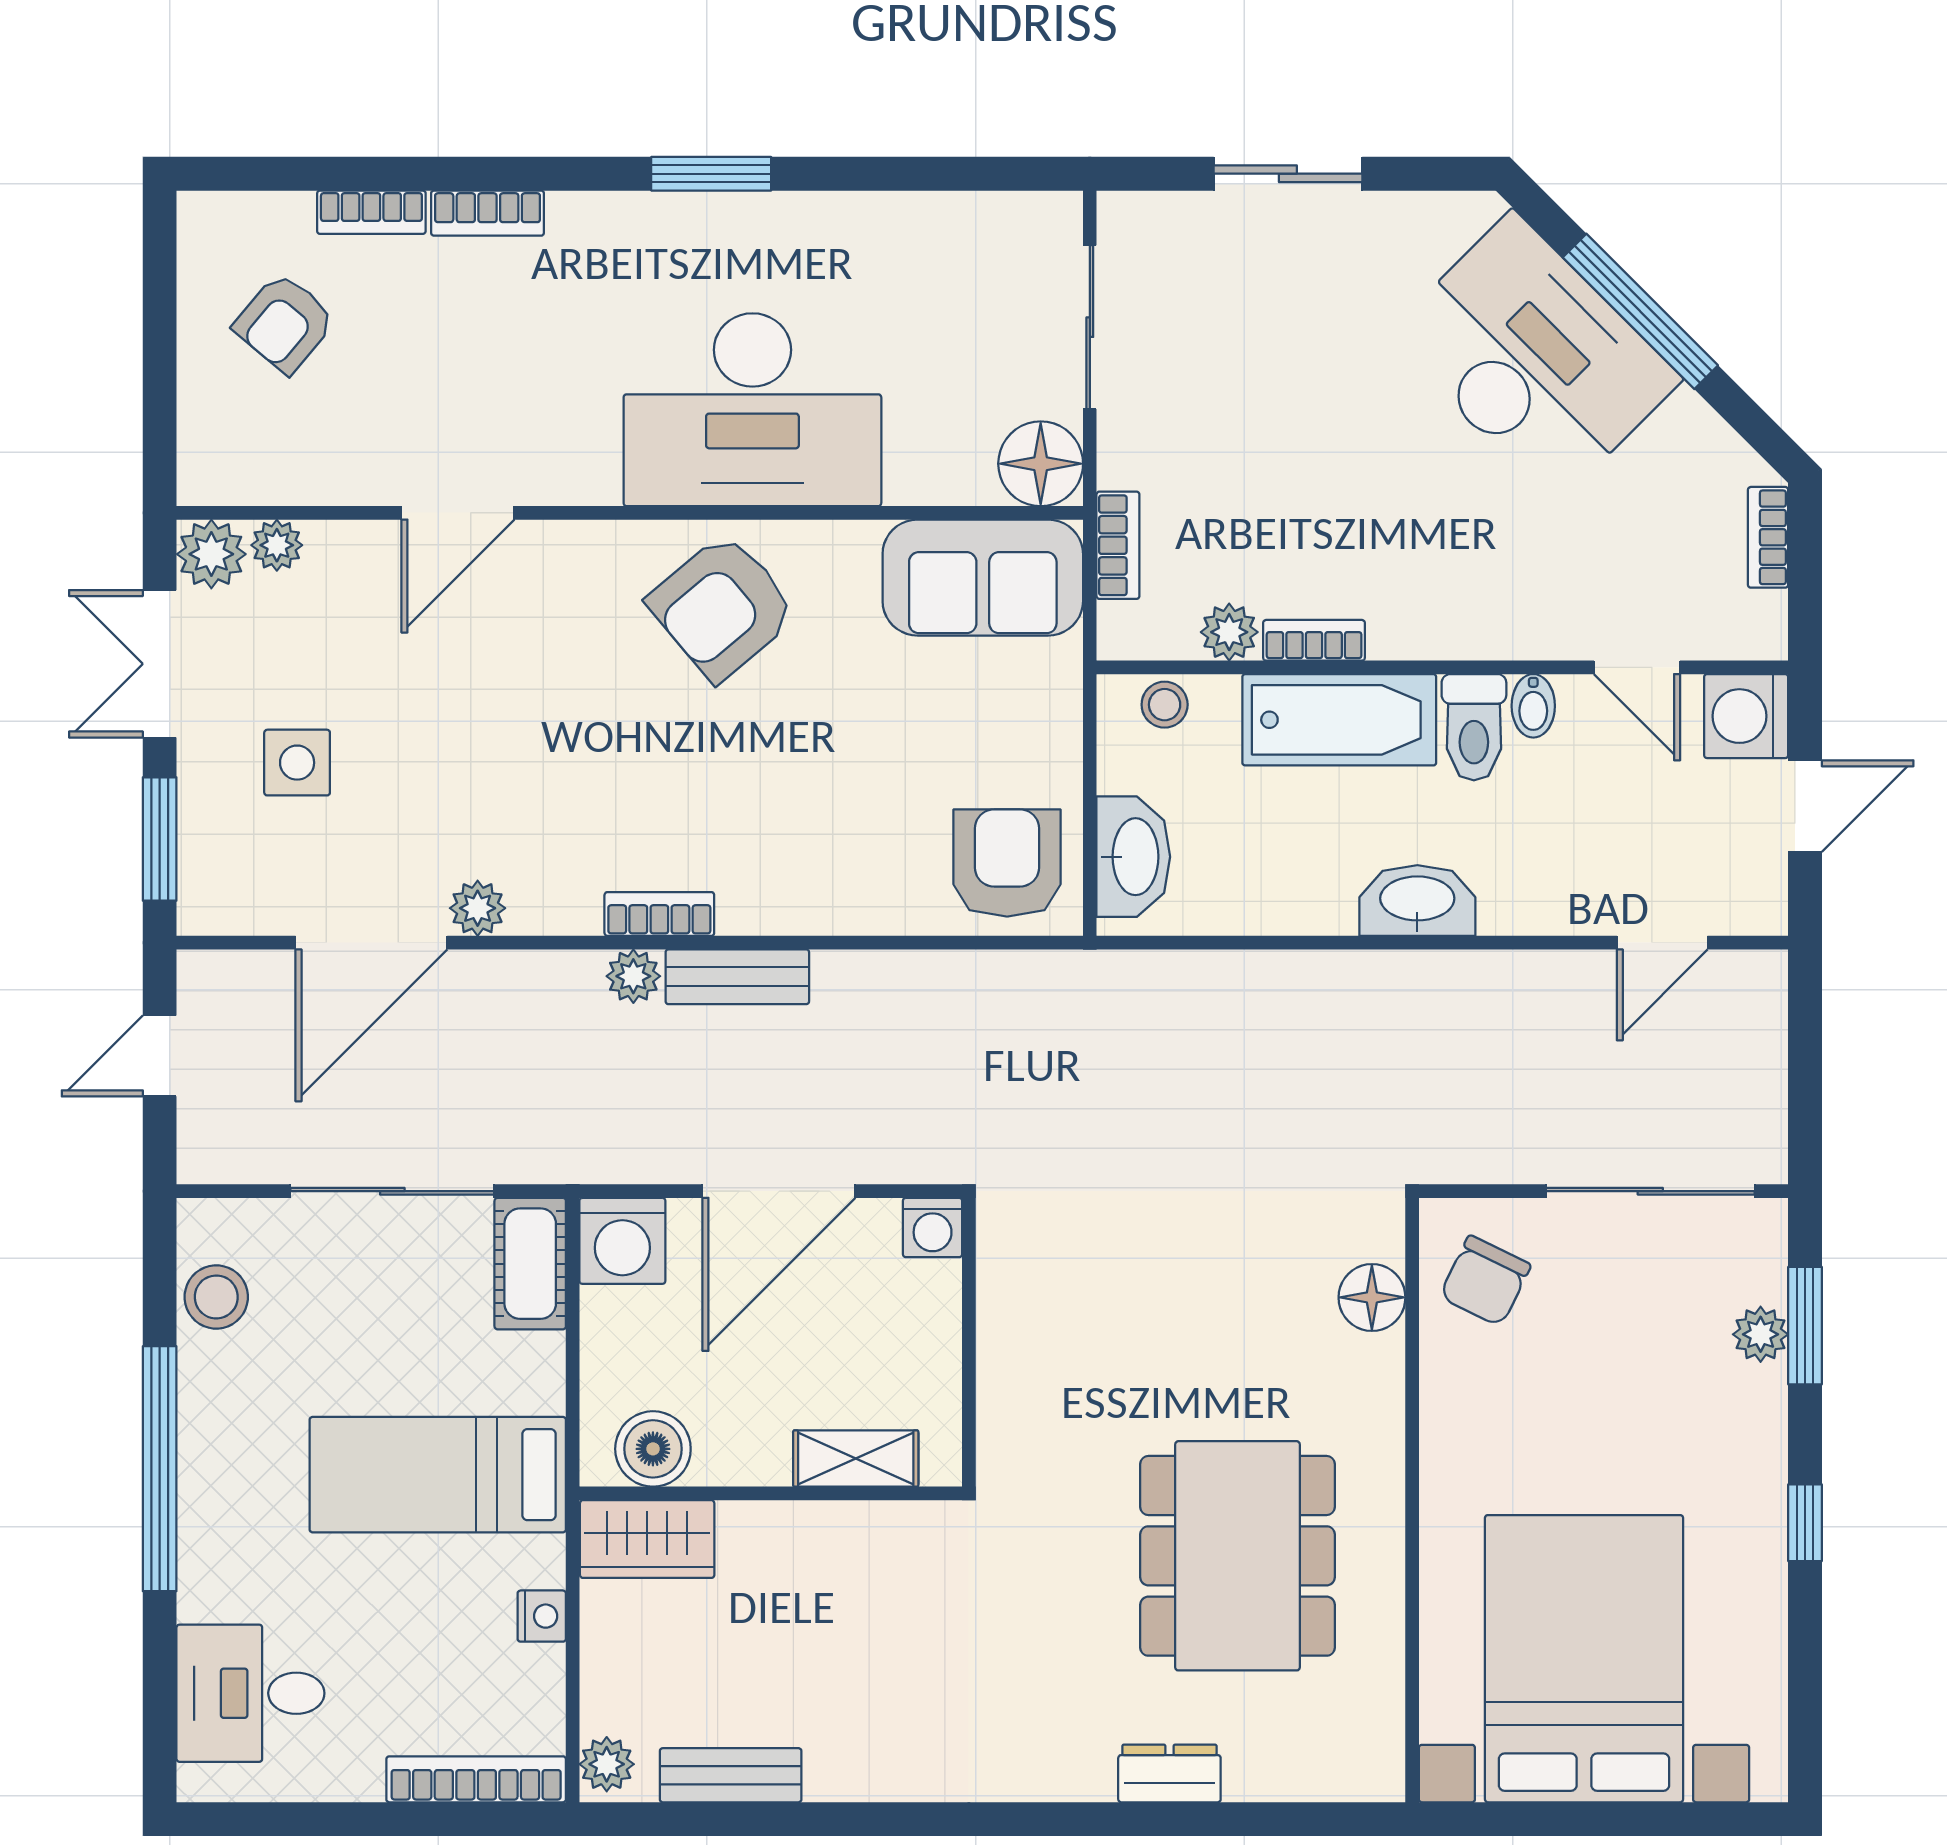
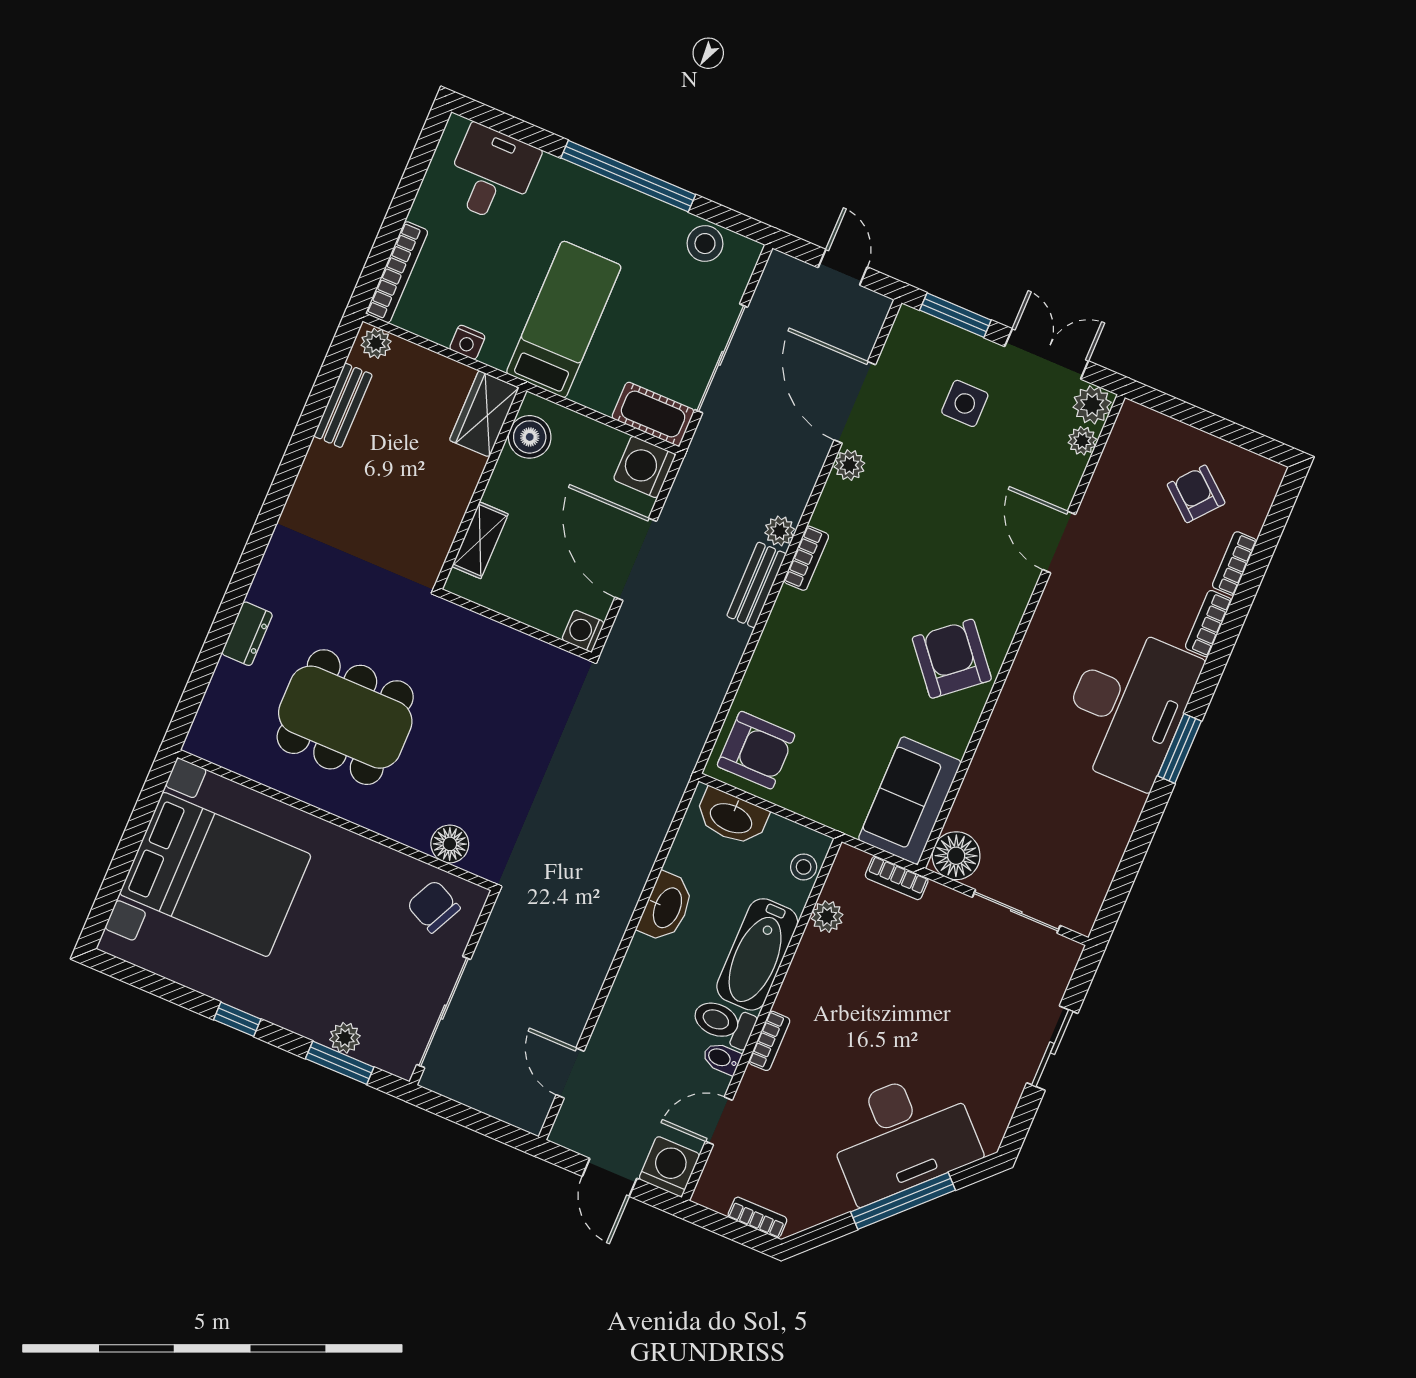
desk: (752, 410) -> (1128, 706), moved, turned 180
bookcase: (1314, 640) -> (769, 1041), moved
washbasin: (1417, 901) -> (666, 907), moved

